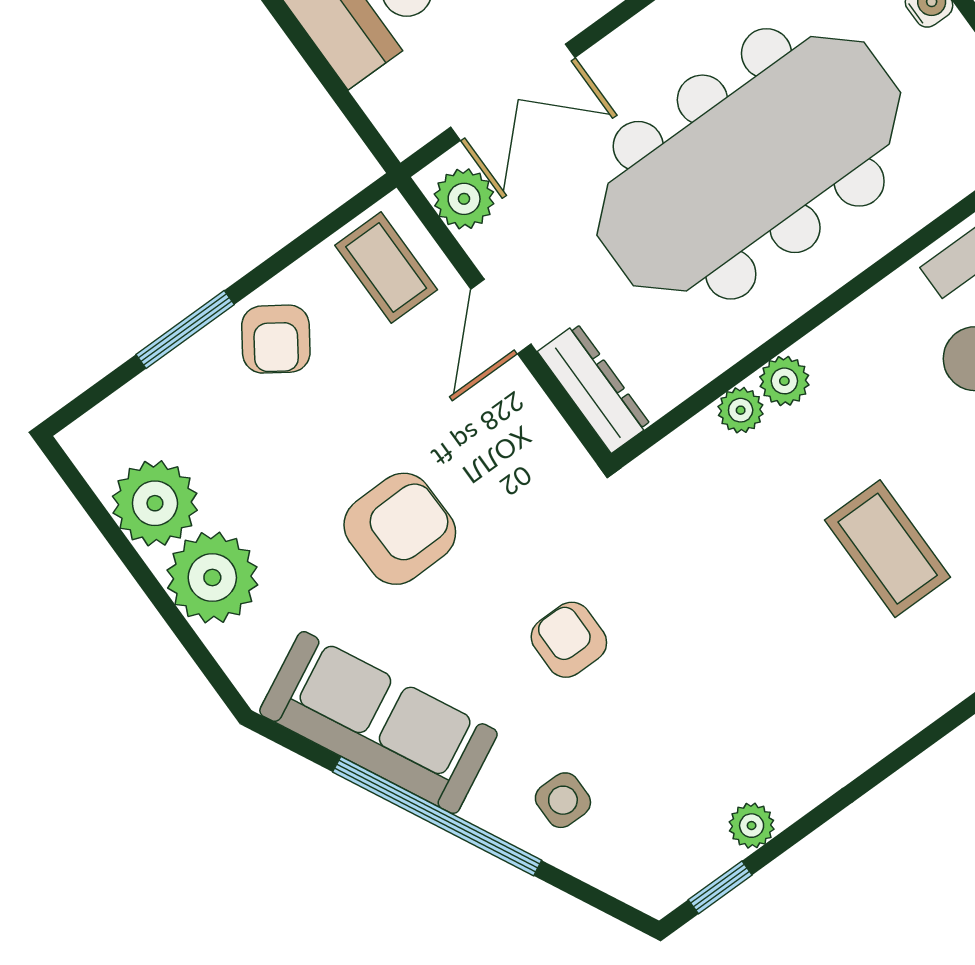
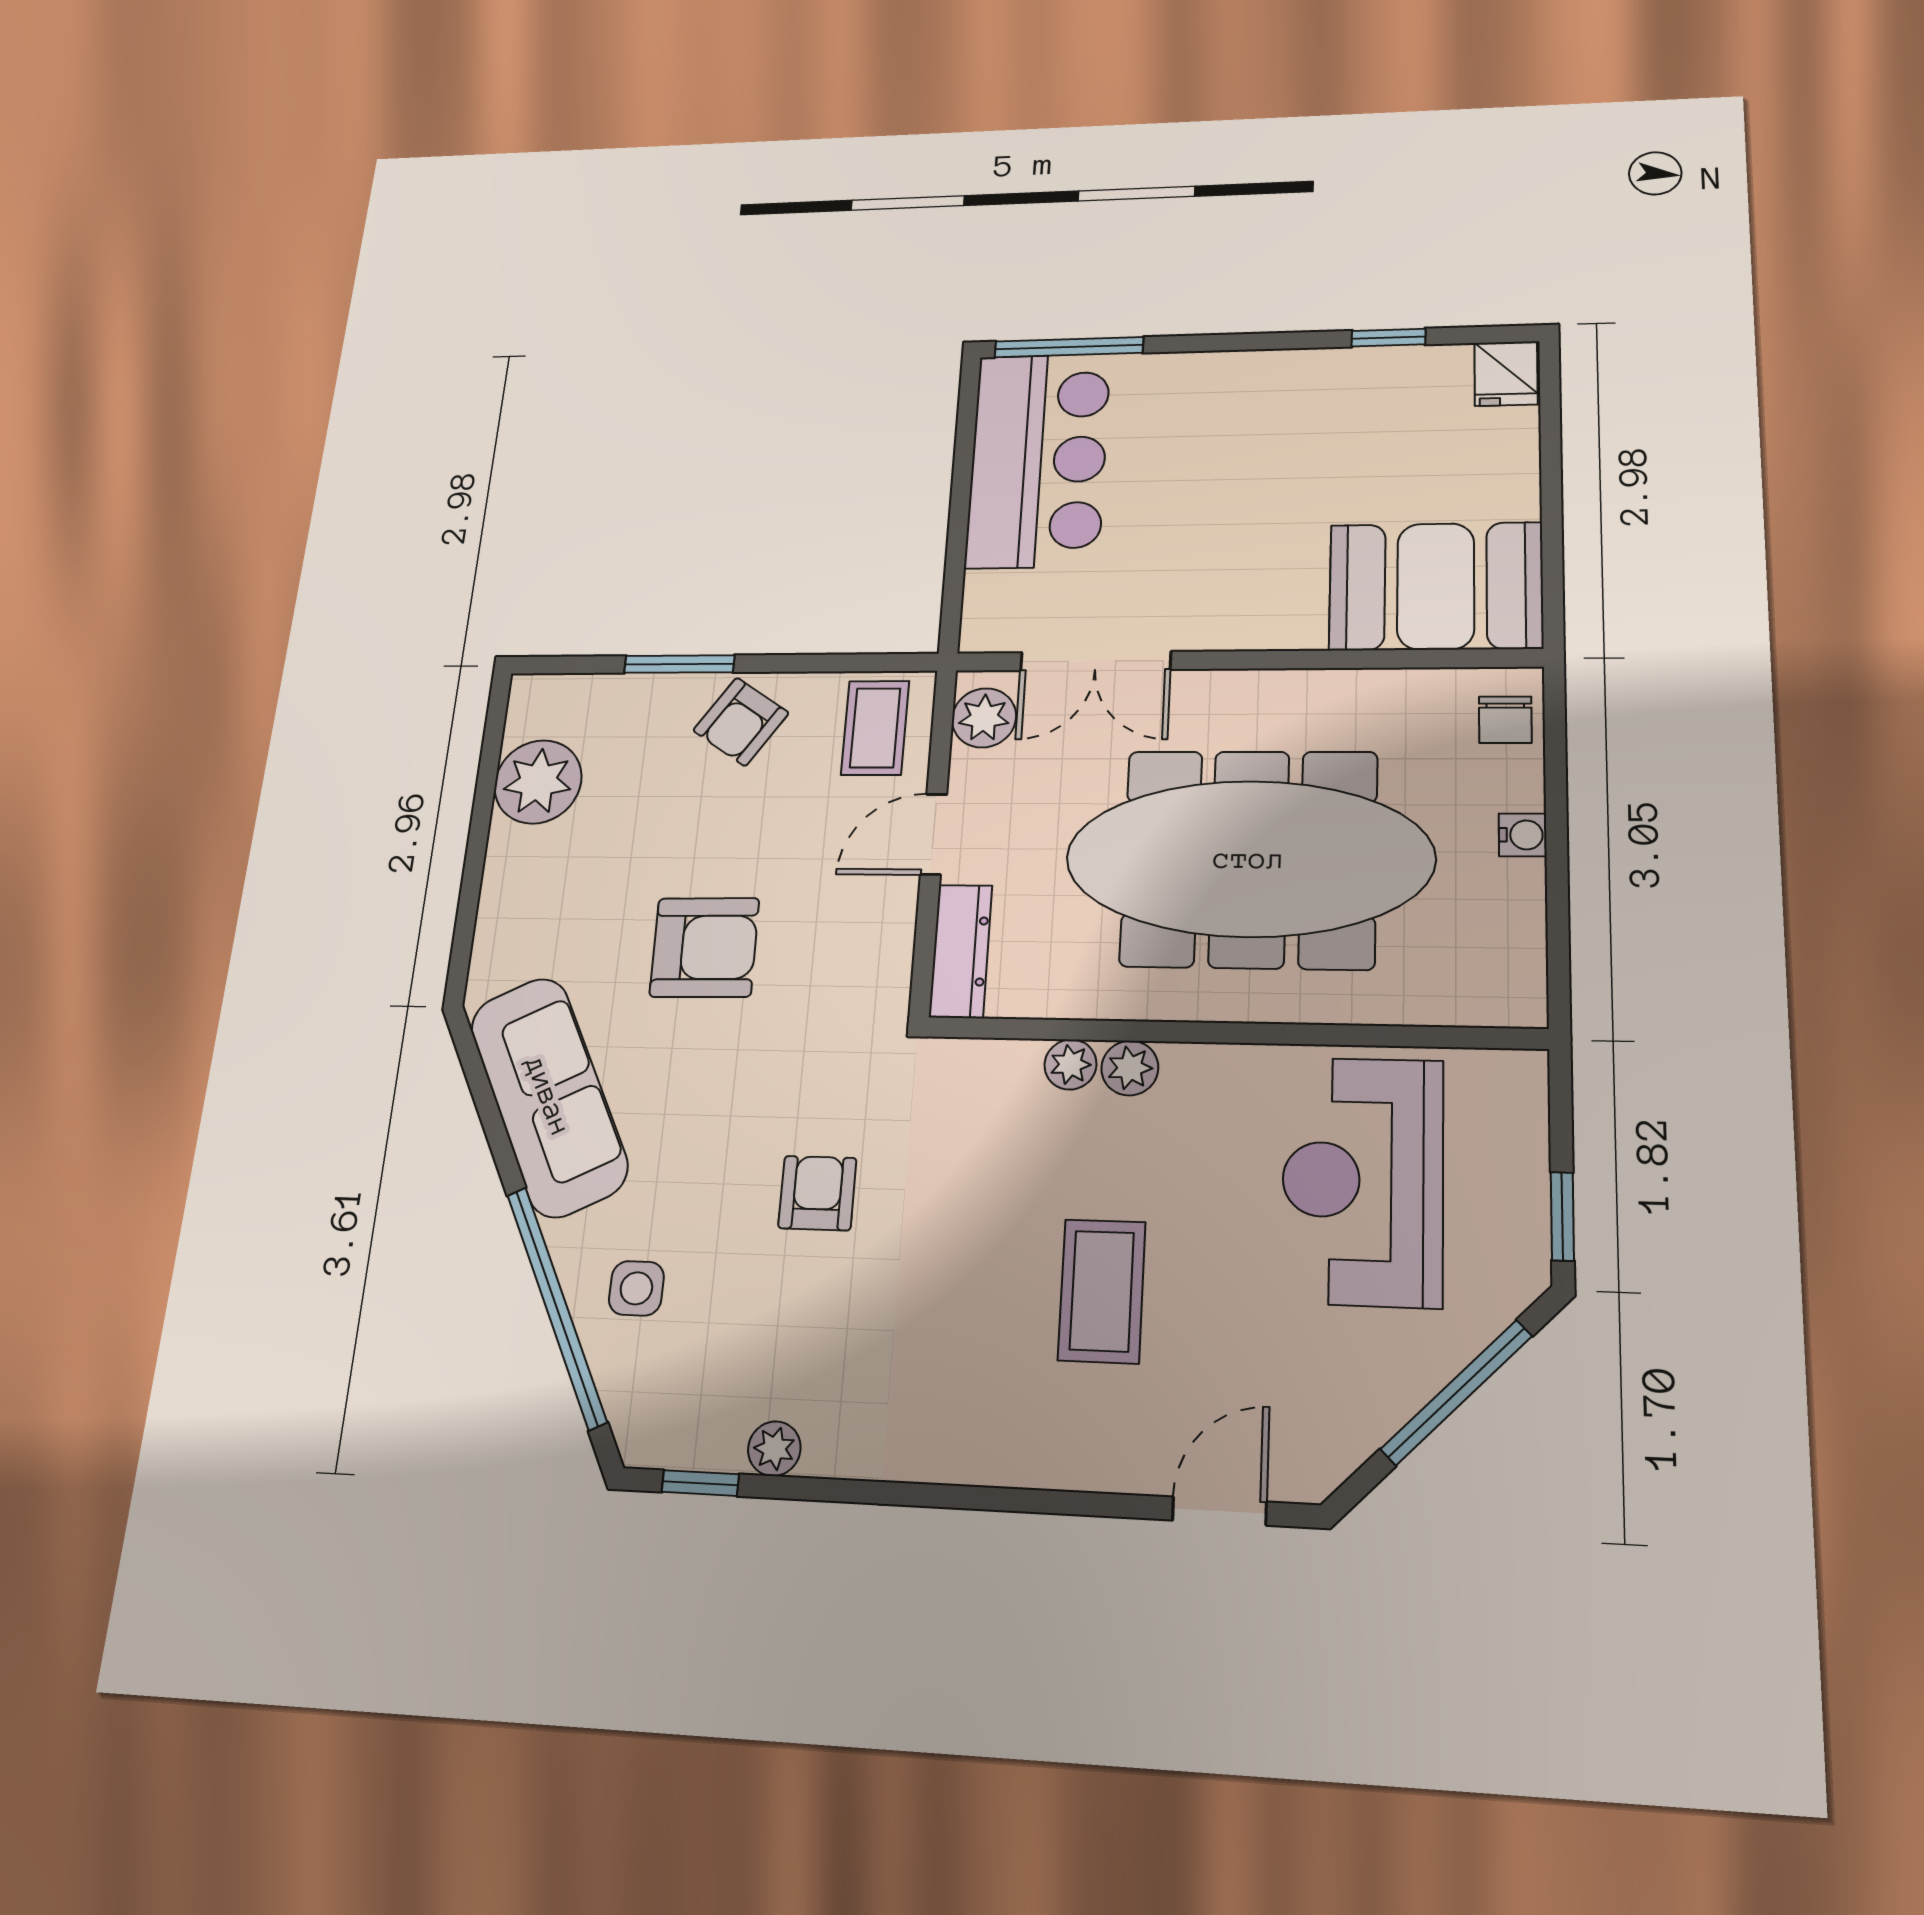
plant: (212, 578) -> (528, 874), removed
armchair: (569, 640) -> (817, 1193), moved
window: (437, 816) -> (557, 1307), moved

